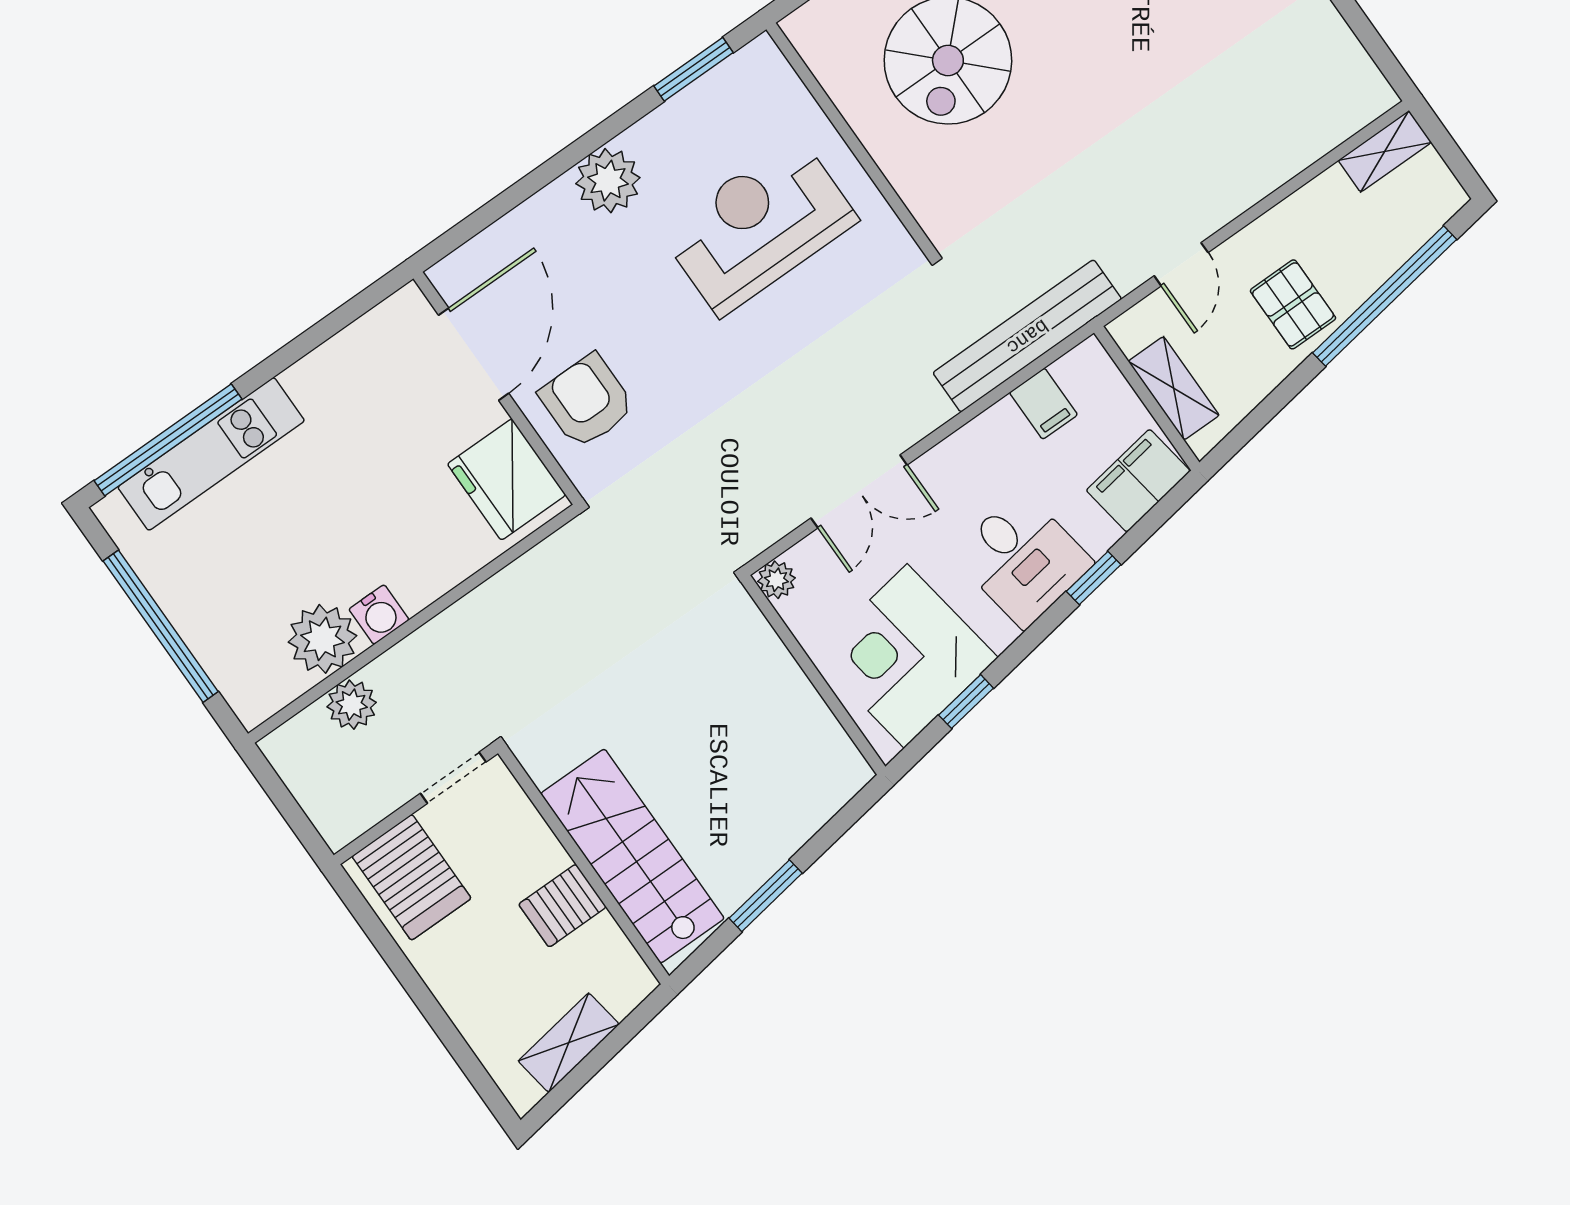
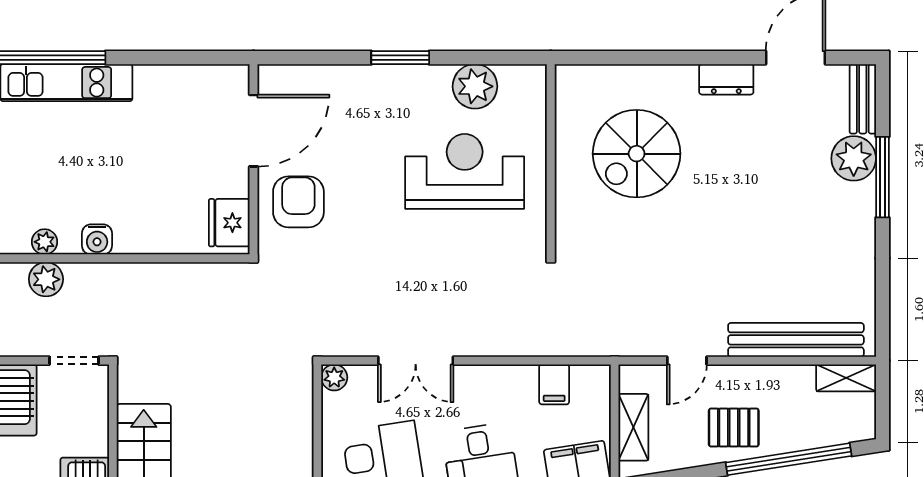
window: (693, 69) -> (400, 58), moved
plant: (608, 181) -> (475, 86), moved
pallet: (1293, 304) -> (734, 428), turned 90
bench: (1027, 336) -> (796, 340), moved
fridge: (507, 479) -> (229, 223), width x0.73, depth x0.75
plant: (322, 639) -> (45, 242), width x0.53, depth x0.53

